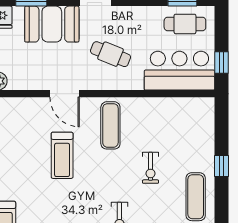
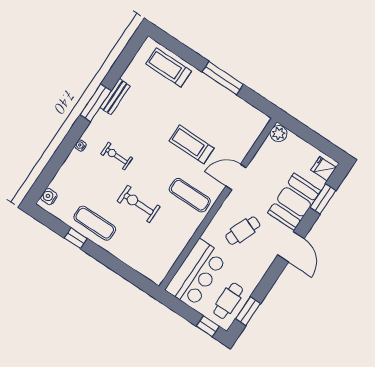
window: (221, 63) -> (208, 326), moved
window: (221, 166) -> (76, 238), moved
exercise bike: (151, 168) -> (139, 204), width x1.38, depth x1.39

